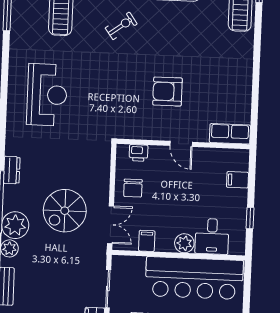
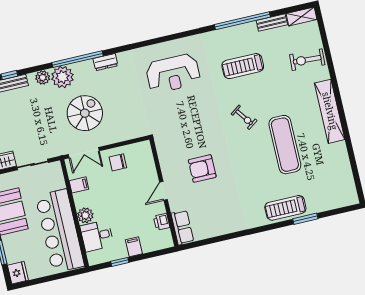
armchair: (167, 91) -> (202, 169), turned -90
printer: (138, 153) -> (162, 222), moved
filing cabinet: (237, 180) -> (134, 247), moved
spiral stairs: (65, 211) -> (85, 113), turned 90

